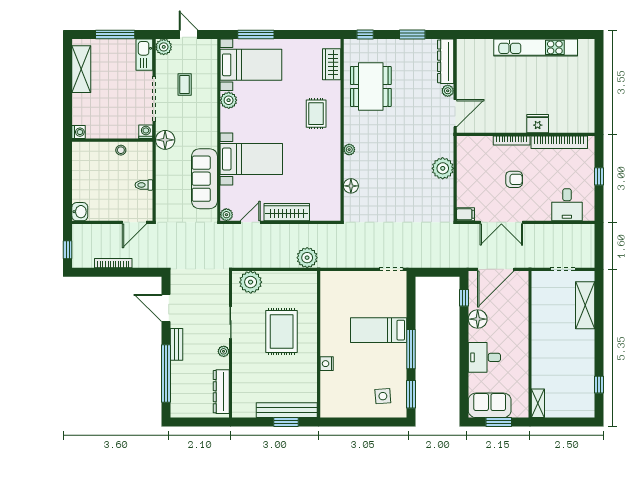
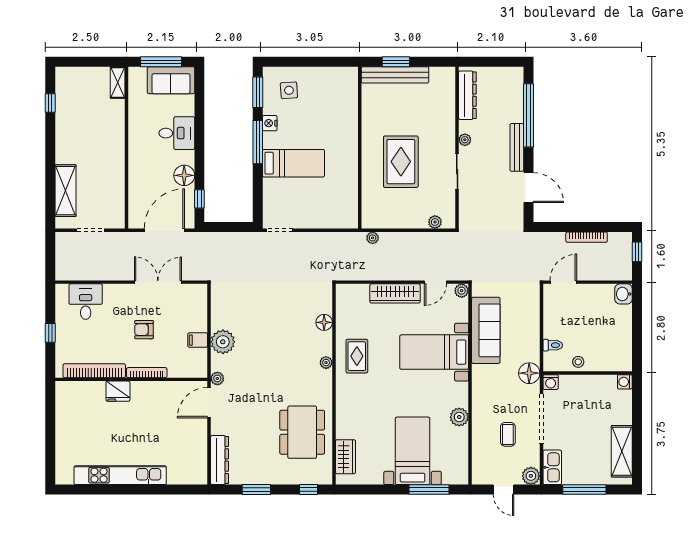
bed with nightstands: (251, 65) -> (413, 451), moved, turned 90
plant: (448, 91) -> (217, 378), moved
rug: (316, 114) -> (357, 356), moved
toilet: (144, 185) -> (553, 345), moved
filing cabinet: (465, 214) -> (198, 340), moved
plant: (307, 258) -> (373, 238), width x0.53, depth x0.53
plant: (251, 282) -> (435, 222), width x0.53, depth x0.53
bench: (176, 344) -> (517, 147), width x1.36
nightstand: (327, 364) -> (270, 123), moved, turned 180
window: (499, 422) -> (161, 62), width x1.44

